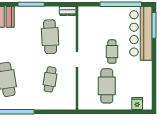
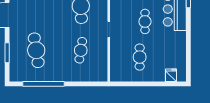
cafe table: (107, 86) -> (140, 57), width x0.73, depth x0.74

